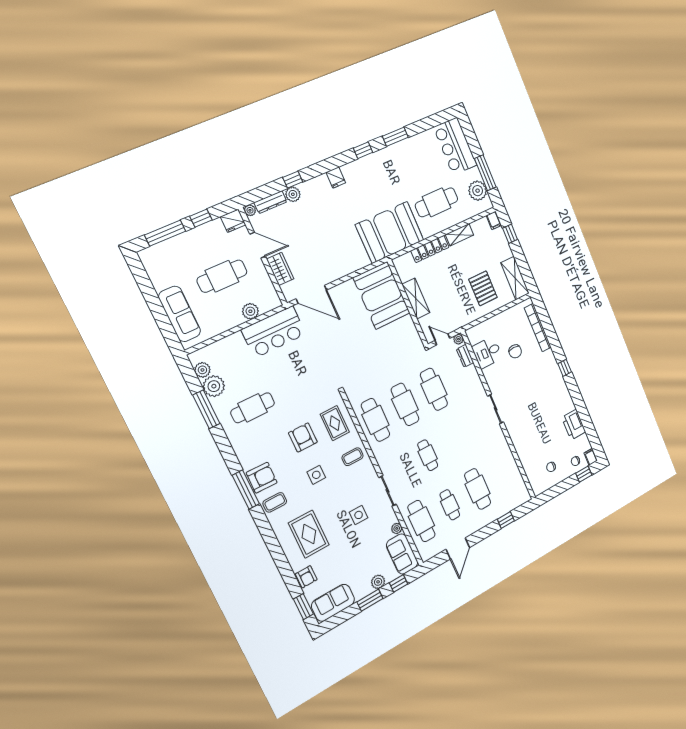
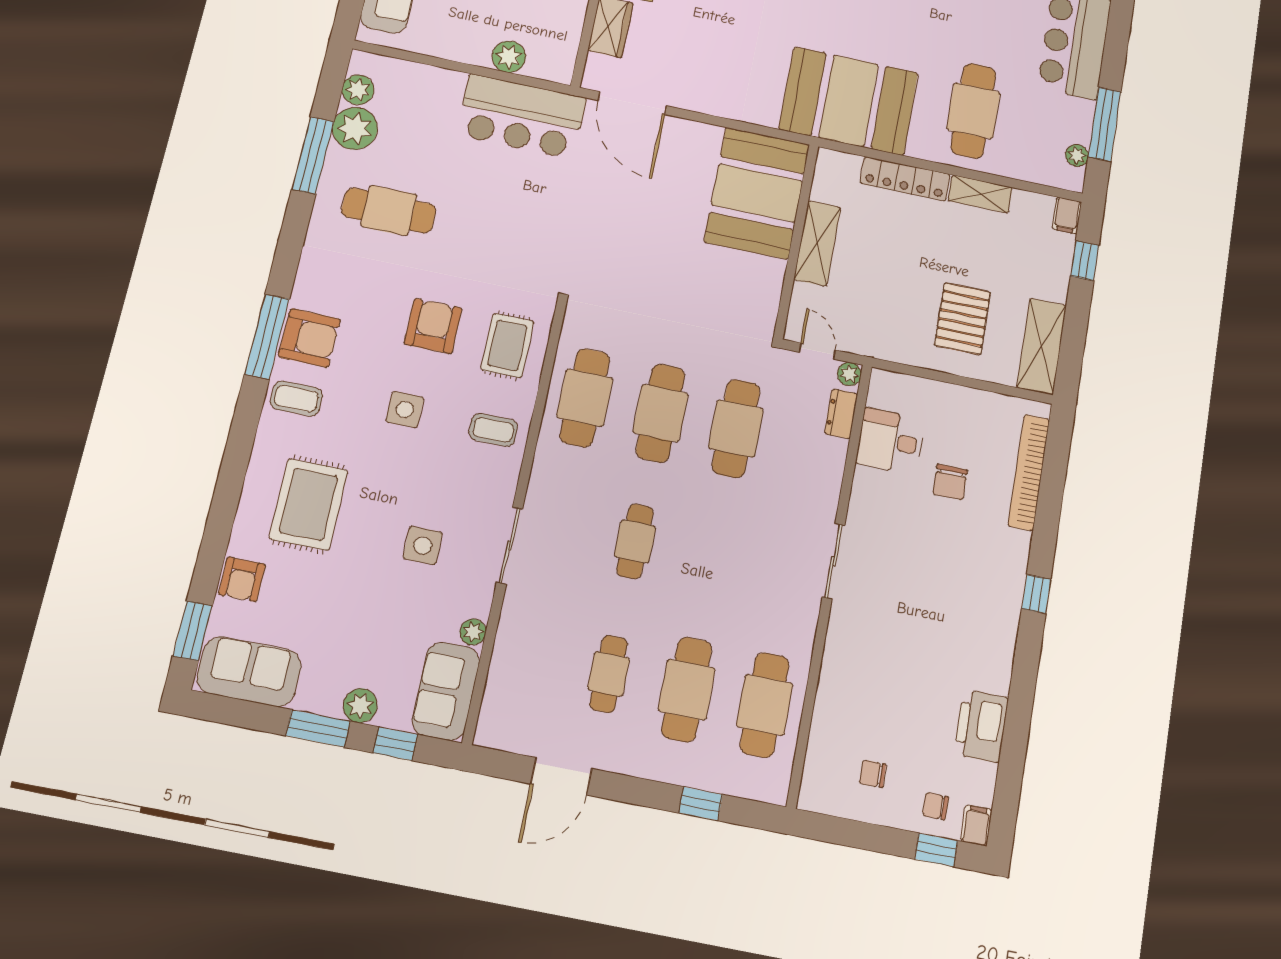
plant: (478, 191) -> (1077, 155), width x0.53, depth x0.53
cafe table: (437, 202) -> (973, 111), turned 90
cafe table: (421, 521) -> (765, 705), moved

